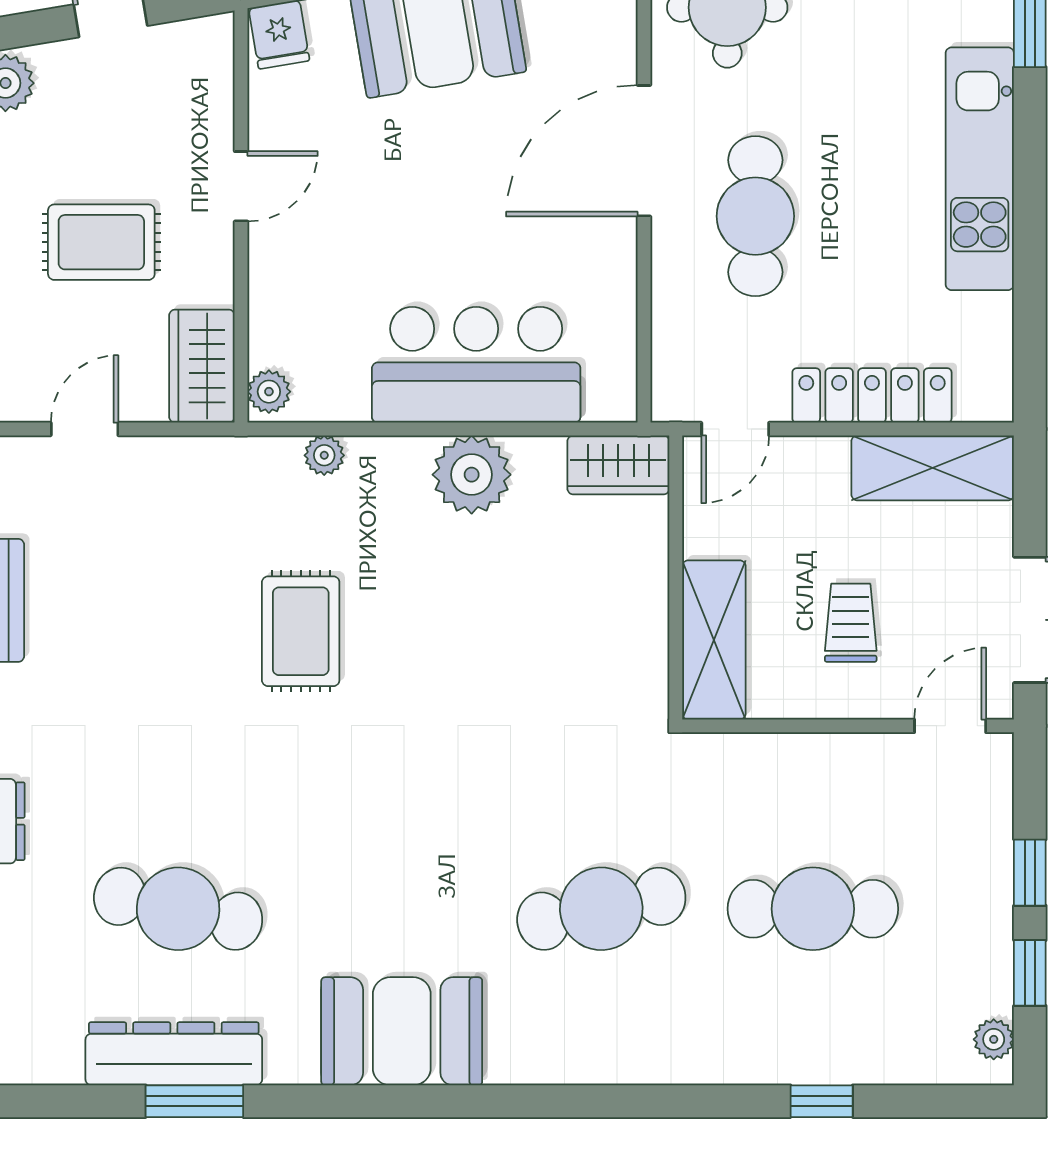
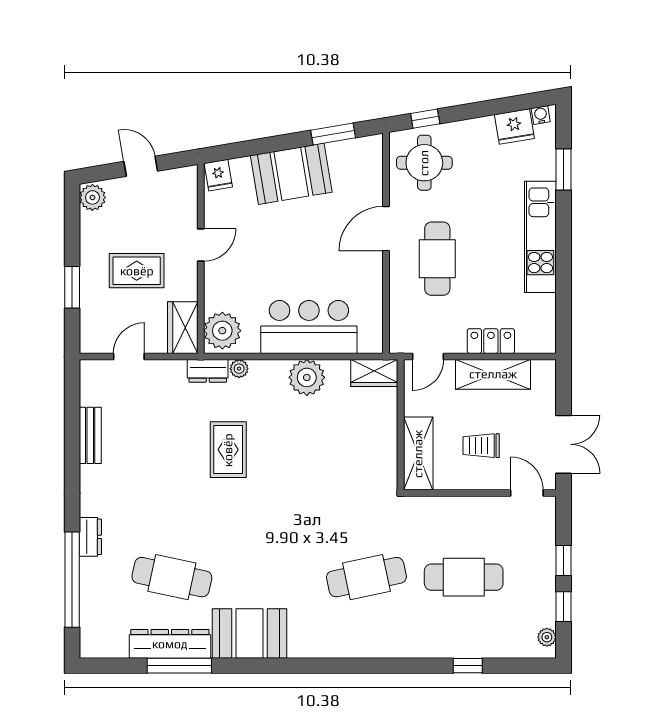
door: (644, 151) -> (386, 229), width x0.73
plant: (269, 392) -> (222, 331), width x1.88, depth x1.88
locker: (872, 395) -> (491, 341), width x0.66
dresser: (256, 460) -> (208, 371), added
shelving: (933, 468) -> (493, 374), moved
trolley: (851, 623) -> (481, 446), turned -90
door: (950, 726) -> (527, 493), hinge flipped
booth: (402, 1031) -> (249, 633), moved
window: (194, 1101) -> (179, 666), width x1.44

